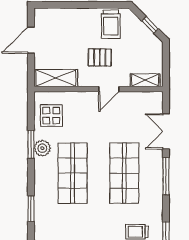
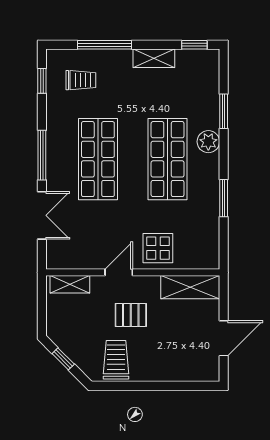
display table: (51, 116) -> (158, 248), moved
plant: (42, 148) -> (208, 142), moved

